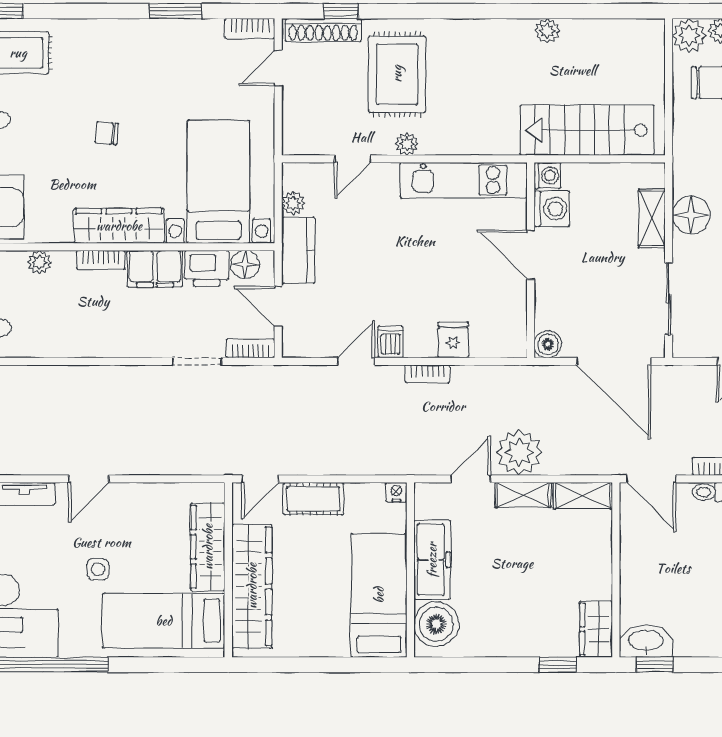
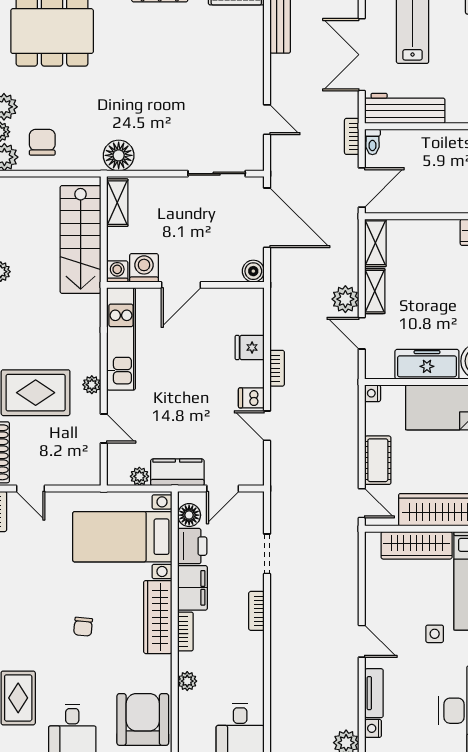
floor lamp: (691, 215) -> (119, 155), moved
shelving: (652, 218) -> (117, 203), moved, turned 90
bookcase: (251, 348) -> (256, 611), moved
door: (614, 361) -> (267, 218), hinge flipped
plant: (519, 452) -> (345, 299), width x0.73, depth x0.73

